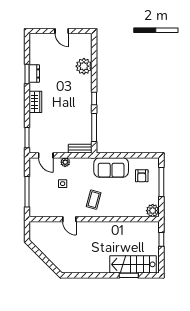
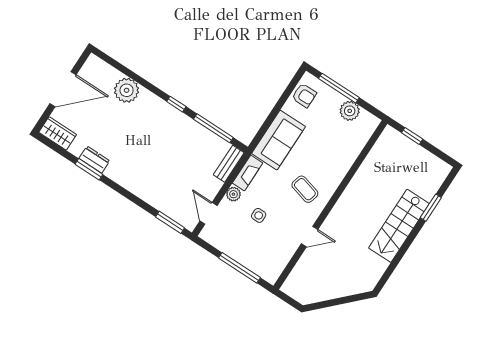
door: (62, 31) -> (63, 89), width x1.87
wardrobe: (35, 102) -> (58, 133), moved
door: (46, 155) -> (208, 213), swing flipped
fireplace: (82, 162) -> (248, 173), added
armchair: (142, 176) -> (304, 95), moved
plant: (153, 211) -> (350, 111), moved
stairs: (133, 264) -> (399, 226), moved

